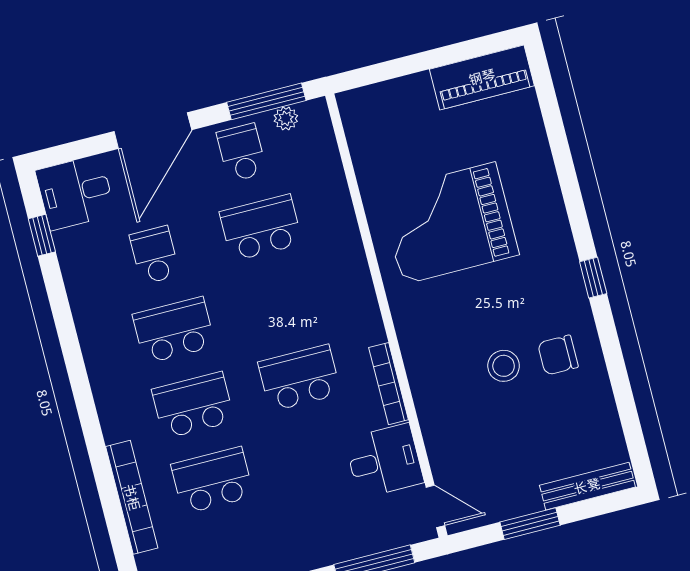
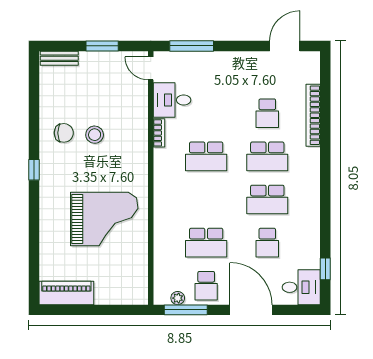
door: (153, 131) -> (251, 310), hinge flipped
bookcase: (389, 384) -> (159, 133), width x0.64
school desk: (212, 480) -> (267, 113), width x0.54
bench: (587, 486) -> (59, 58), width x0.73

